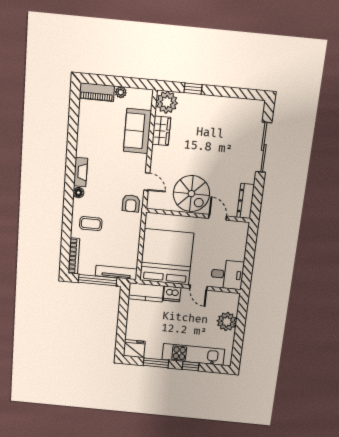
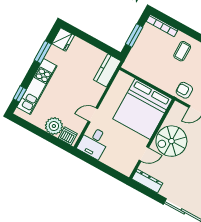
bed: (167, 257) -> (143, 109), moved, turned 90
tv unit: (116, 272) -> (134, 54), removed
window: (98, 280) -> (134, 36), width x0.69
dishwasher: (172, 294) -> (68, 136), moved, turned 90
window: (191, 366) -> (20, 94), moved

